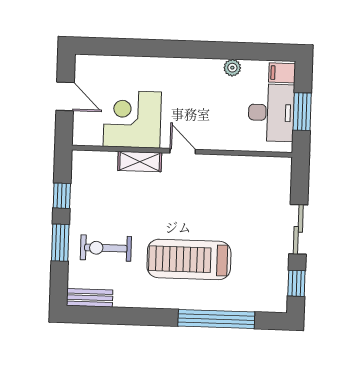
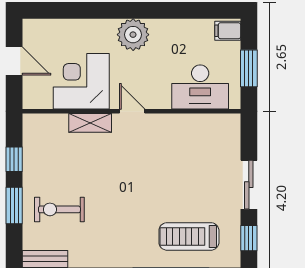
plant: (232, 68) -> (133, 35), moved, width x1.88, depth x1.88
desk: (271, 113) -> (200, 87), moved, turned 90
treadmill: (189, 259) -> (189, 236), moved, width x0.73, depth x0.73

